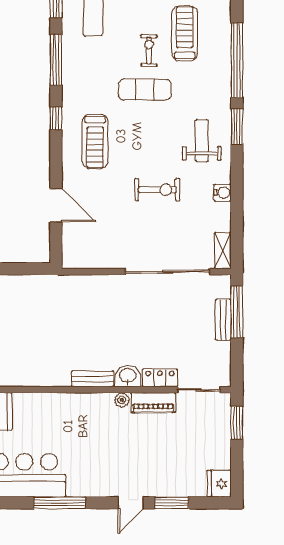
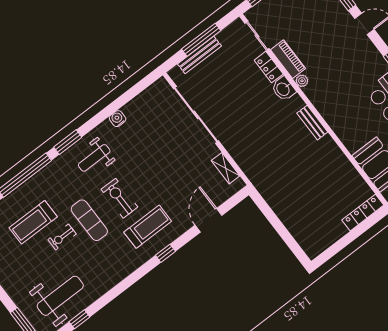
window: (56, 60) -> (114, 293), removed
window: (56, 118) -> (165, 253), moved
exercise bike: (157, 190) -> (119, 198), moved
shelving: (223, 251) -> (226, 168), moved, turned 90
window: (237, 312) -> (201, 40), moved
bench: (223, 320) -> (199, 55), width x1.36
bench: (92, 379) -> (312, 123), moved

